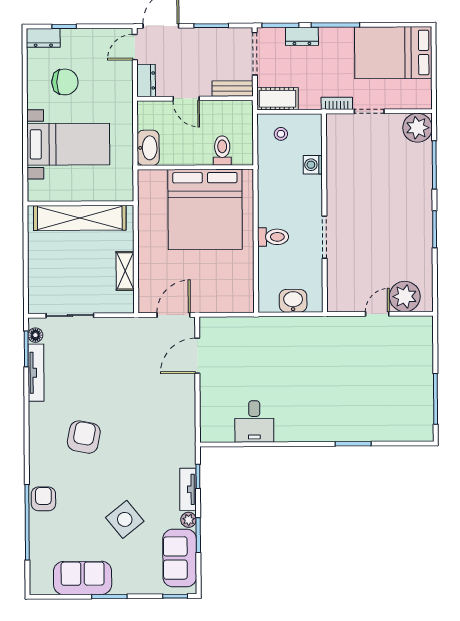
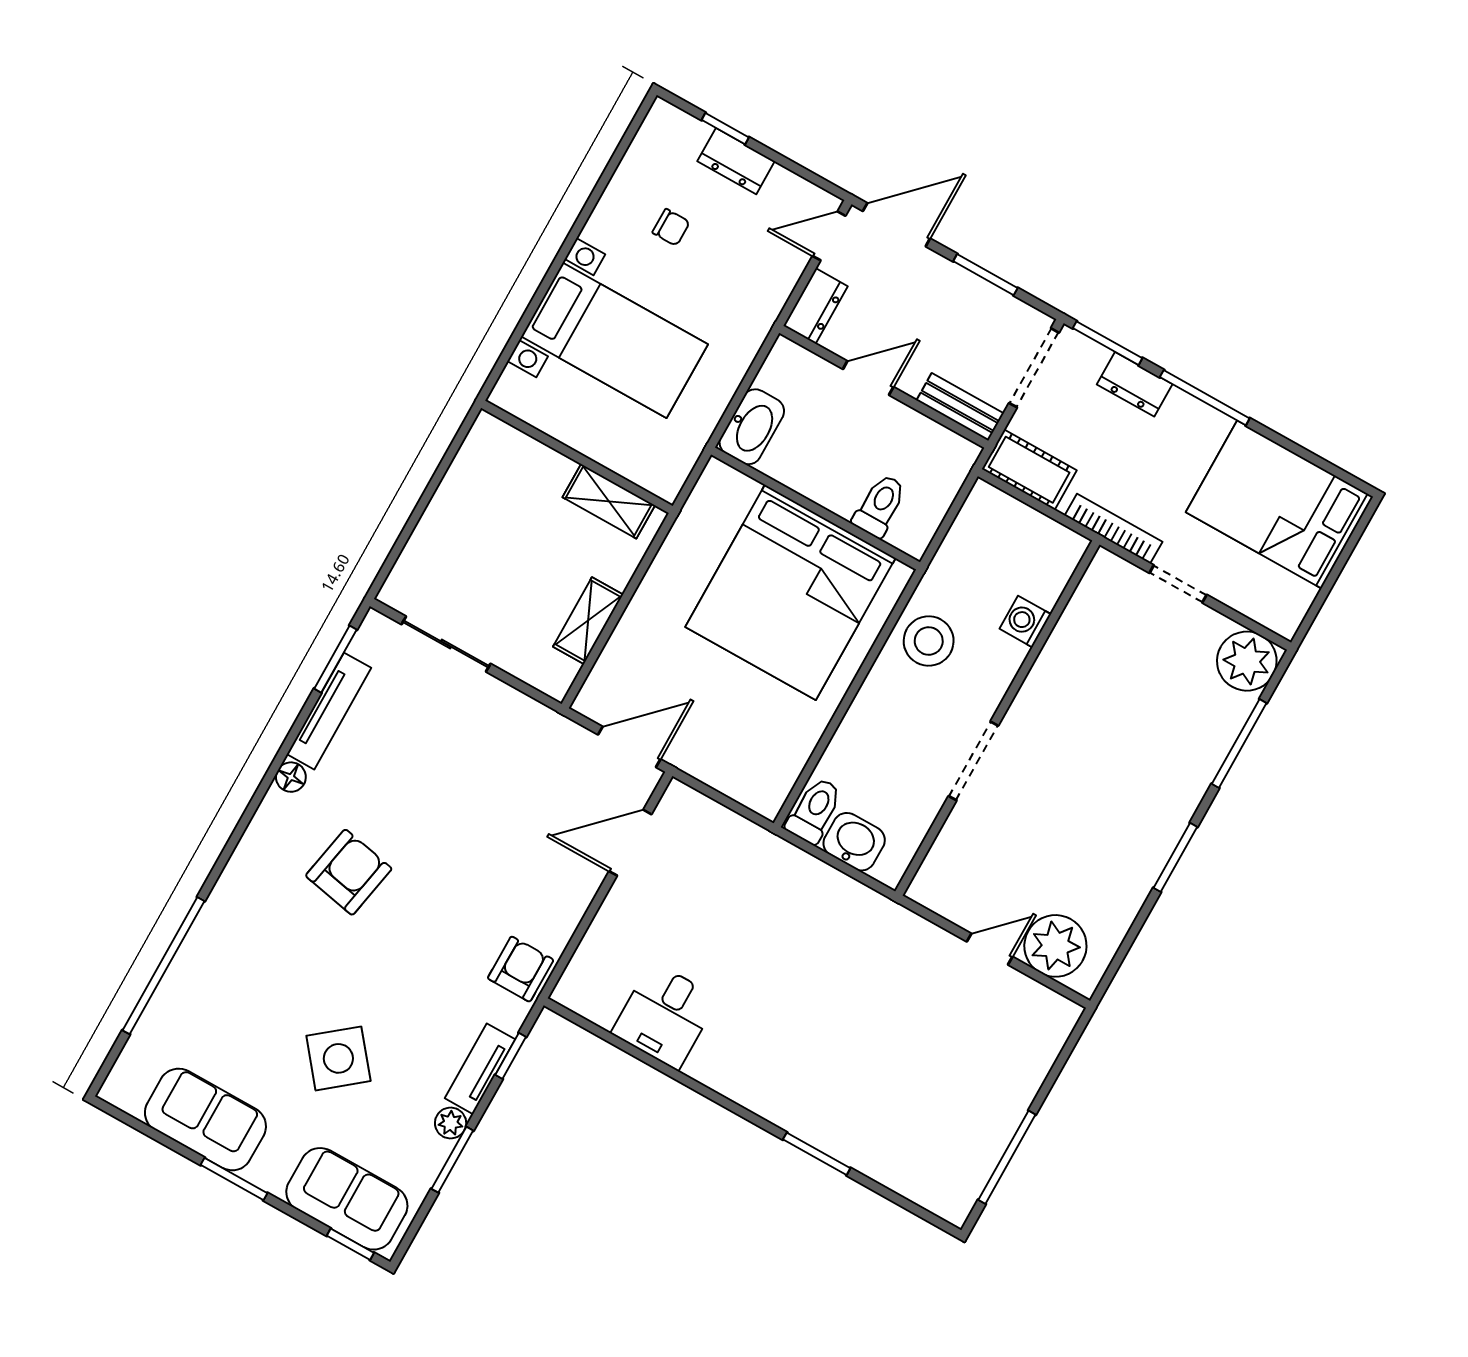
dresser: (43, 38) -> (736, 161), moved
chair: (65, 82) -> (671, 227), width x0.54, depth x0.54
door: (186, 99) -> (868, 378), swing flipped
bookcase: (337, 103) -> (1114, 529), width x1.56
stool: (281, 134) -> (929, 641), moved, width x1.89, depth x1.89
shelving: (80, 218) -> (609, 501), width x0.45, depth x0.75
toilet: (273, 237) -> (814, 810), moved, turned -90
floor lamp: (35, 335) -> (291, 777), moved
armchair: (43, 499) -> (521, 969), moved
sofa: (180, 558) -> (347, 1199), moved, turned 90

